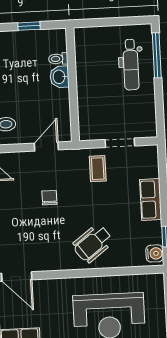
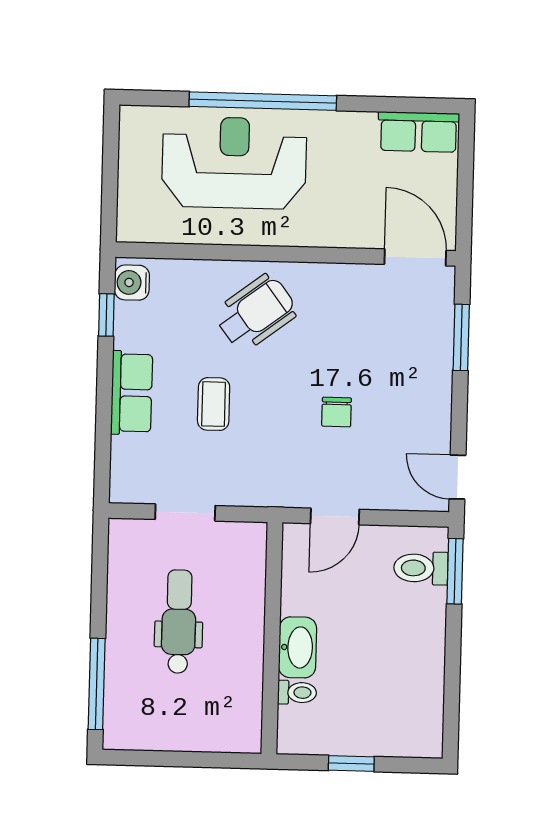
dental chair: (131, 65) -> (179, 622), moved
washbasin: (59, 77) -> (298, 647), width x1.38
coffee table: (98, 169) -> (214, 404), moved

